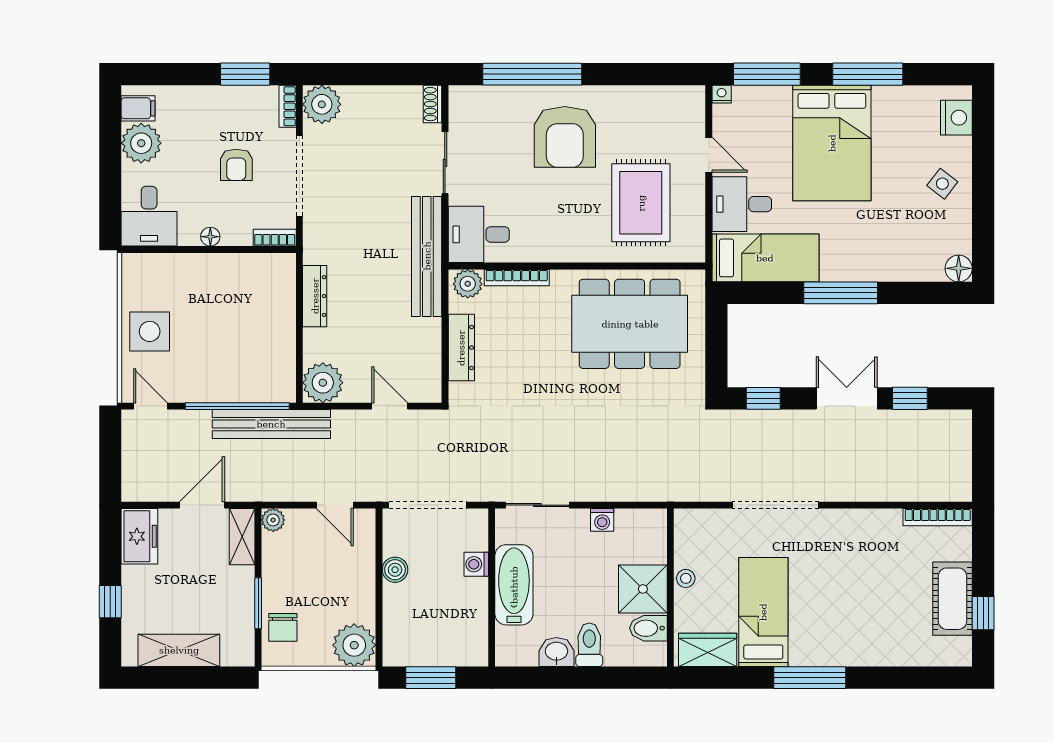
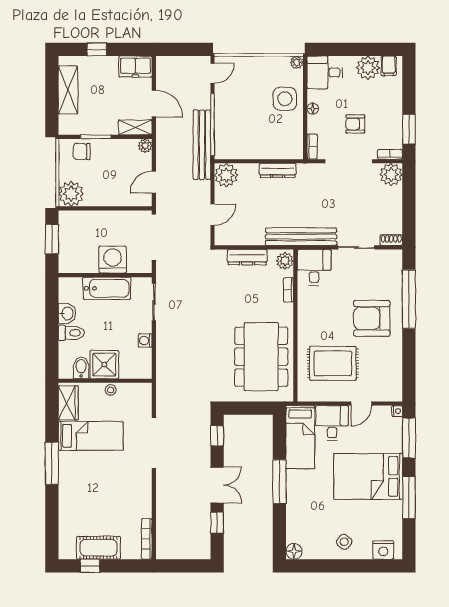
plant: (132, 264) -> (297, 62), added
bookcase: (517, 278) -> (289, 290), width x0.64
side table: (150, 331) -> (285, 99), moved
washing machine: (476, 564) -> (113, 260), width x1.89, depth x1.89
boiler: (395, 570) -> (116, 218), removed

